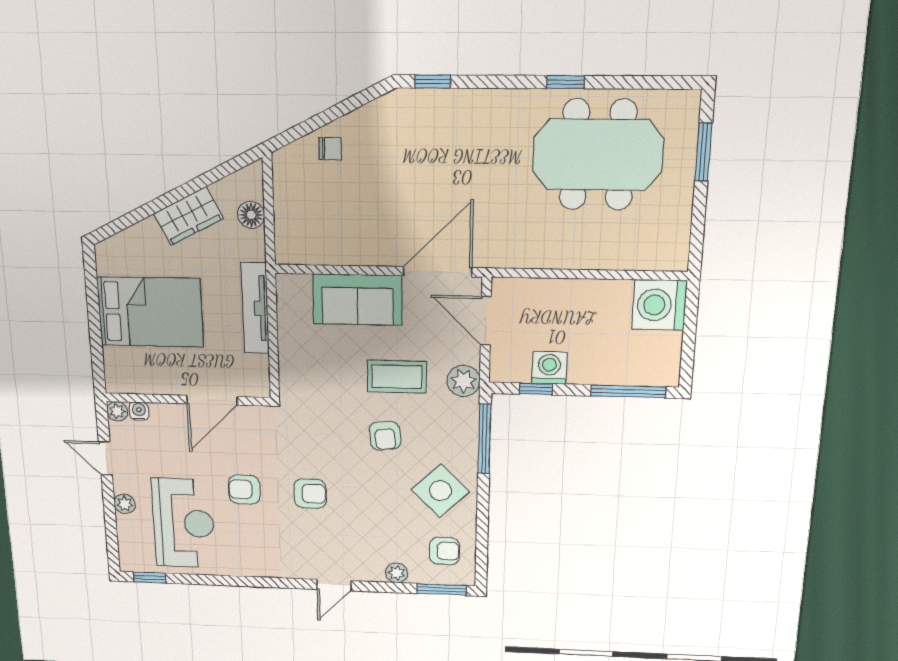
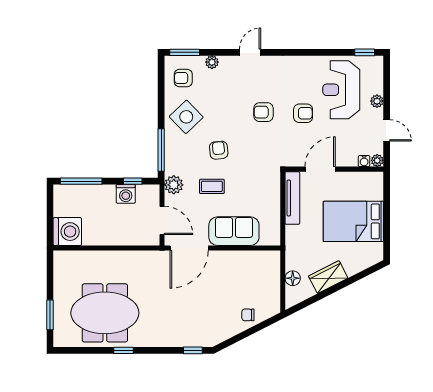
tv unit: (255, 308) -> (292, 198), moved
coffee table: (397, 377) -> (212, 186), width x0.73, depth x0.77

